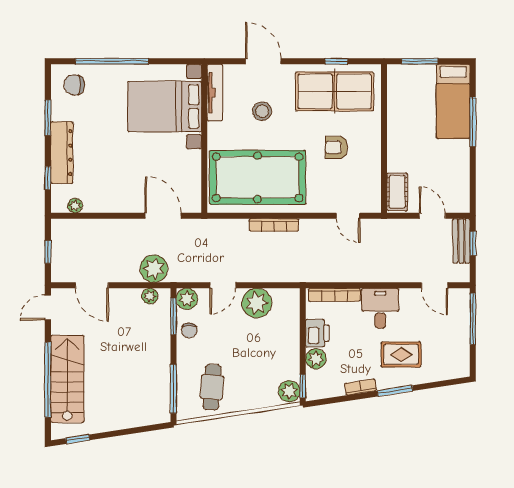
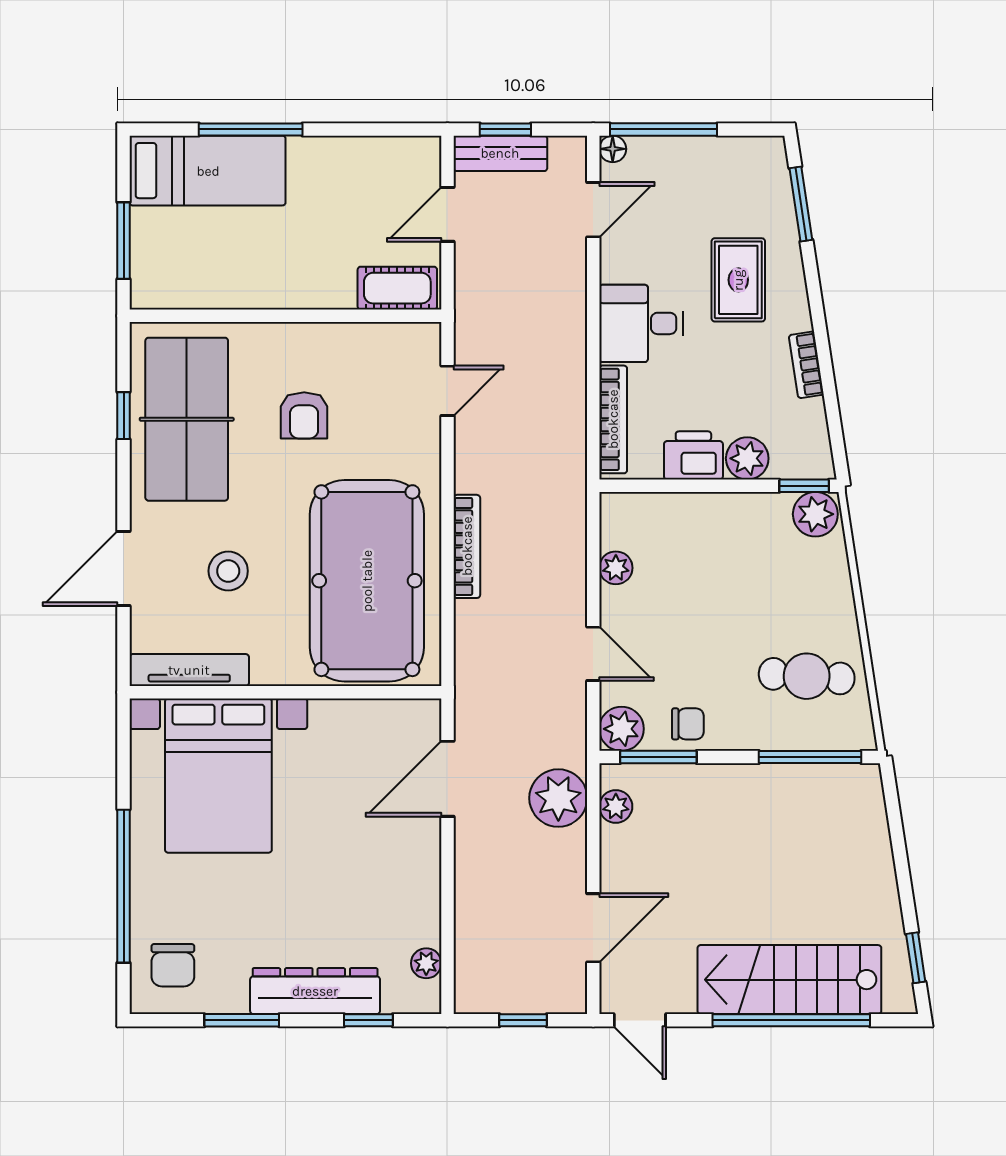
floor lamp: (463, 295) -> (613, 149), added
plant: (257, 303) -> (616, 568), width x0.53, depth x0.53
window: (395, 391) -> (801, 204), moved

